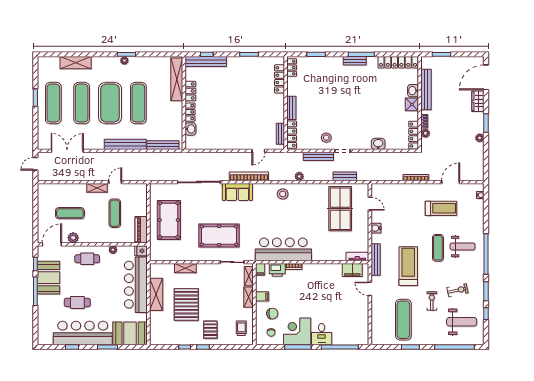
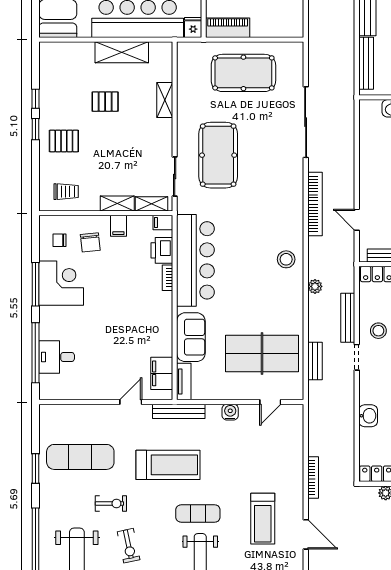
sofa: (237, 192) -> (191, 337), moved, turned 180
pallet: (186, 305) -> (105, 102), width x0.49, depth x0.50
desk: (322, 334) -> (57, 357), moved

